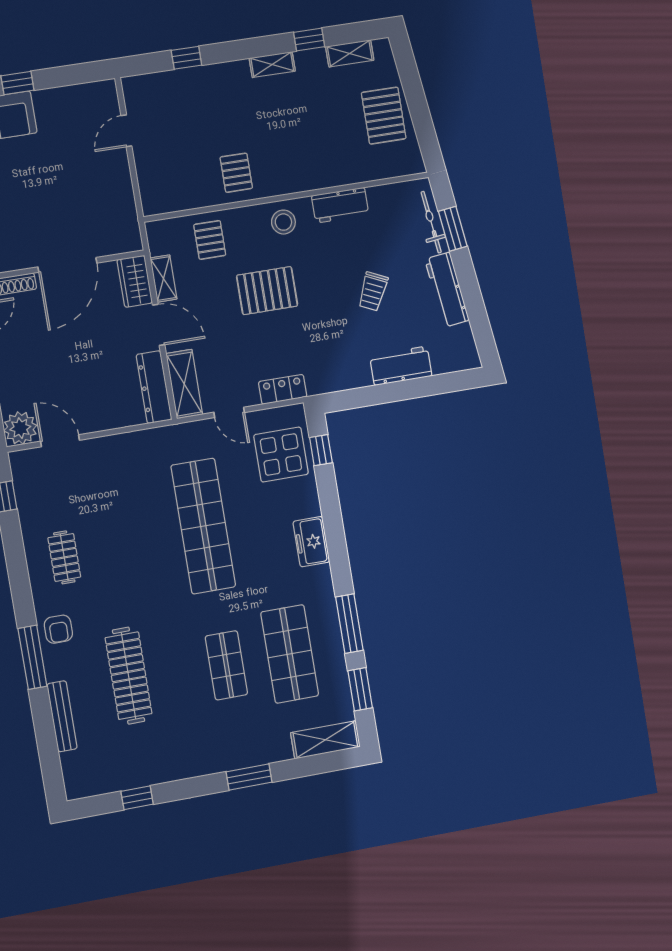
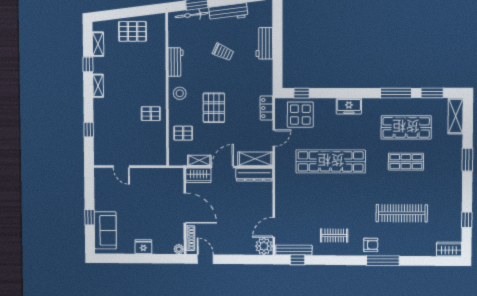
bench: (62, 716) -> (294, 250), moved
wardrobe: (76, 776) -> (449, 249), added

